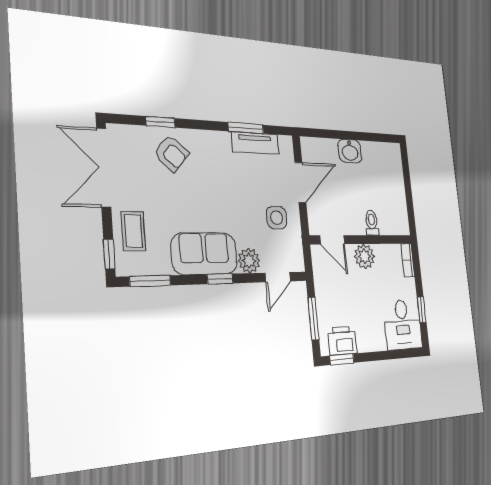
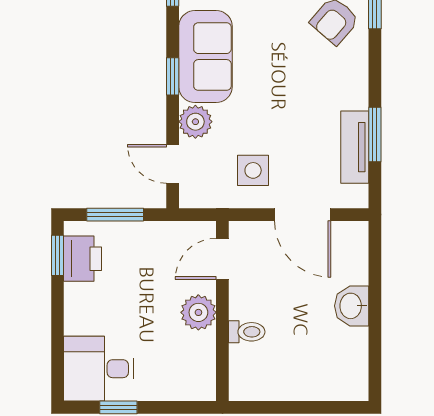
bookcase: (408, 260) -> (192, 391), removed

